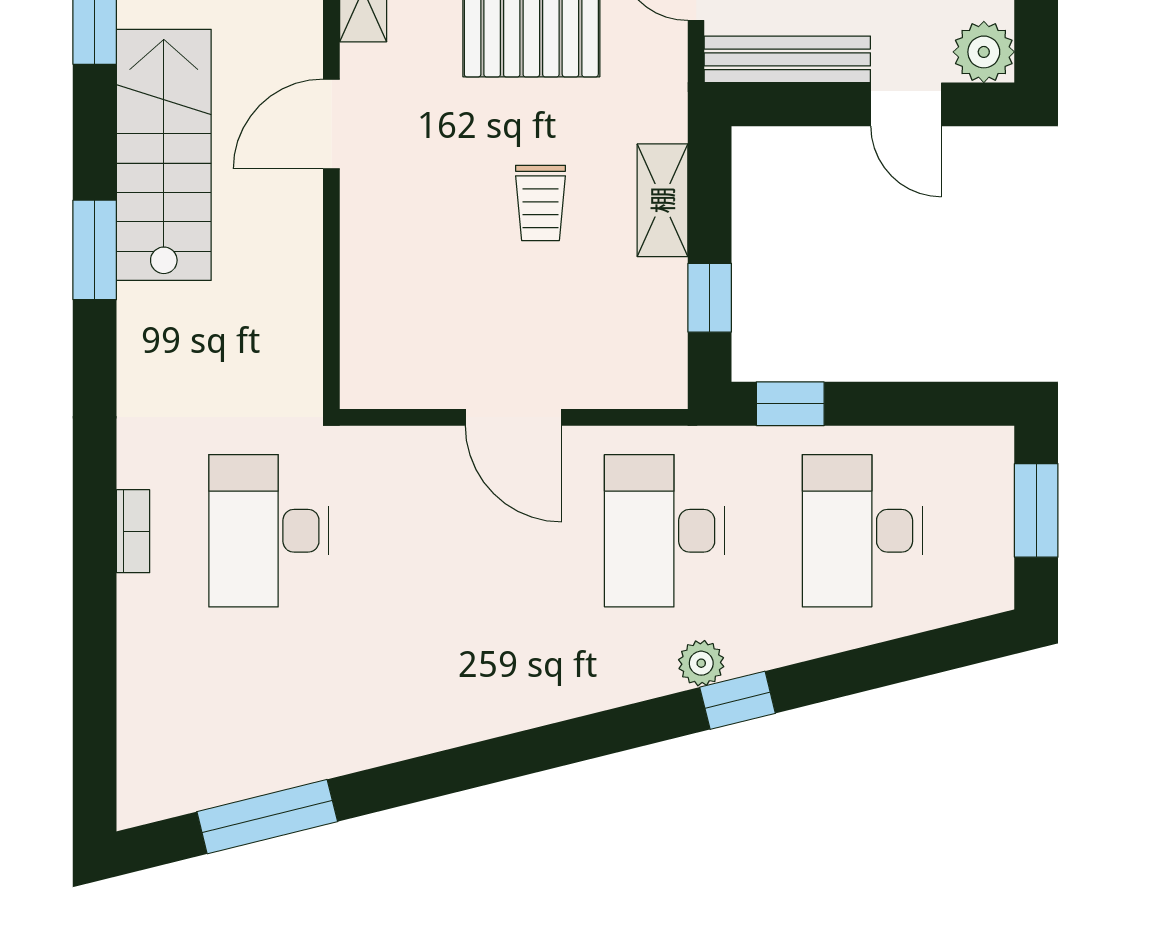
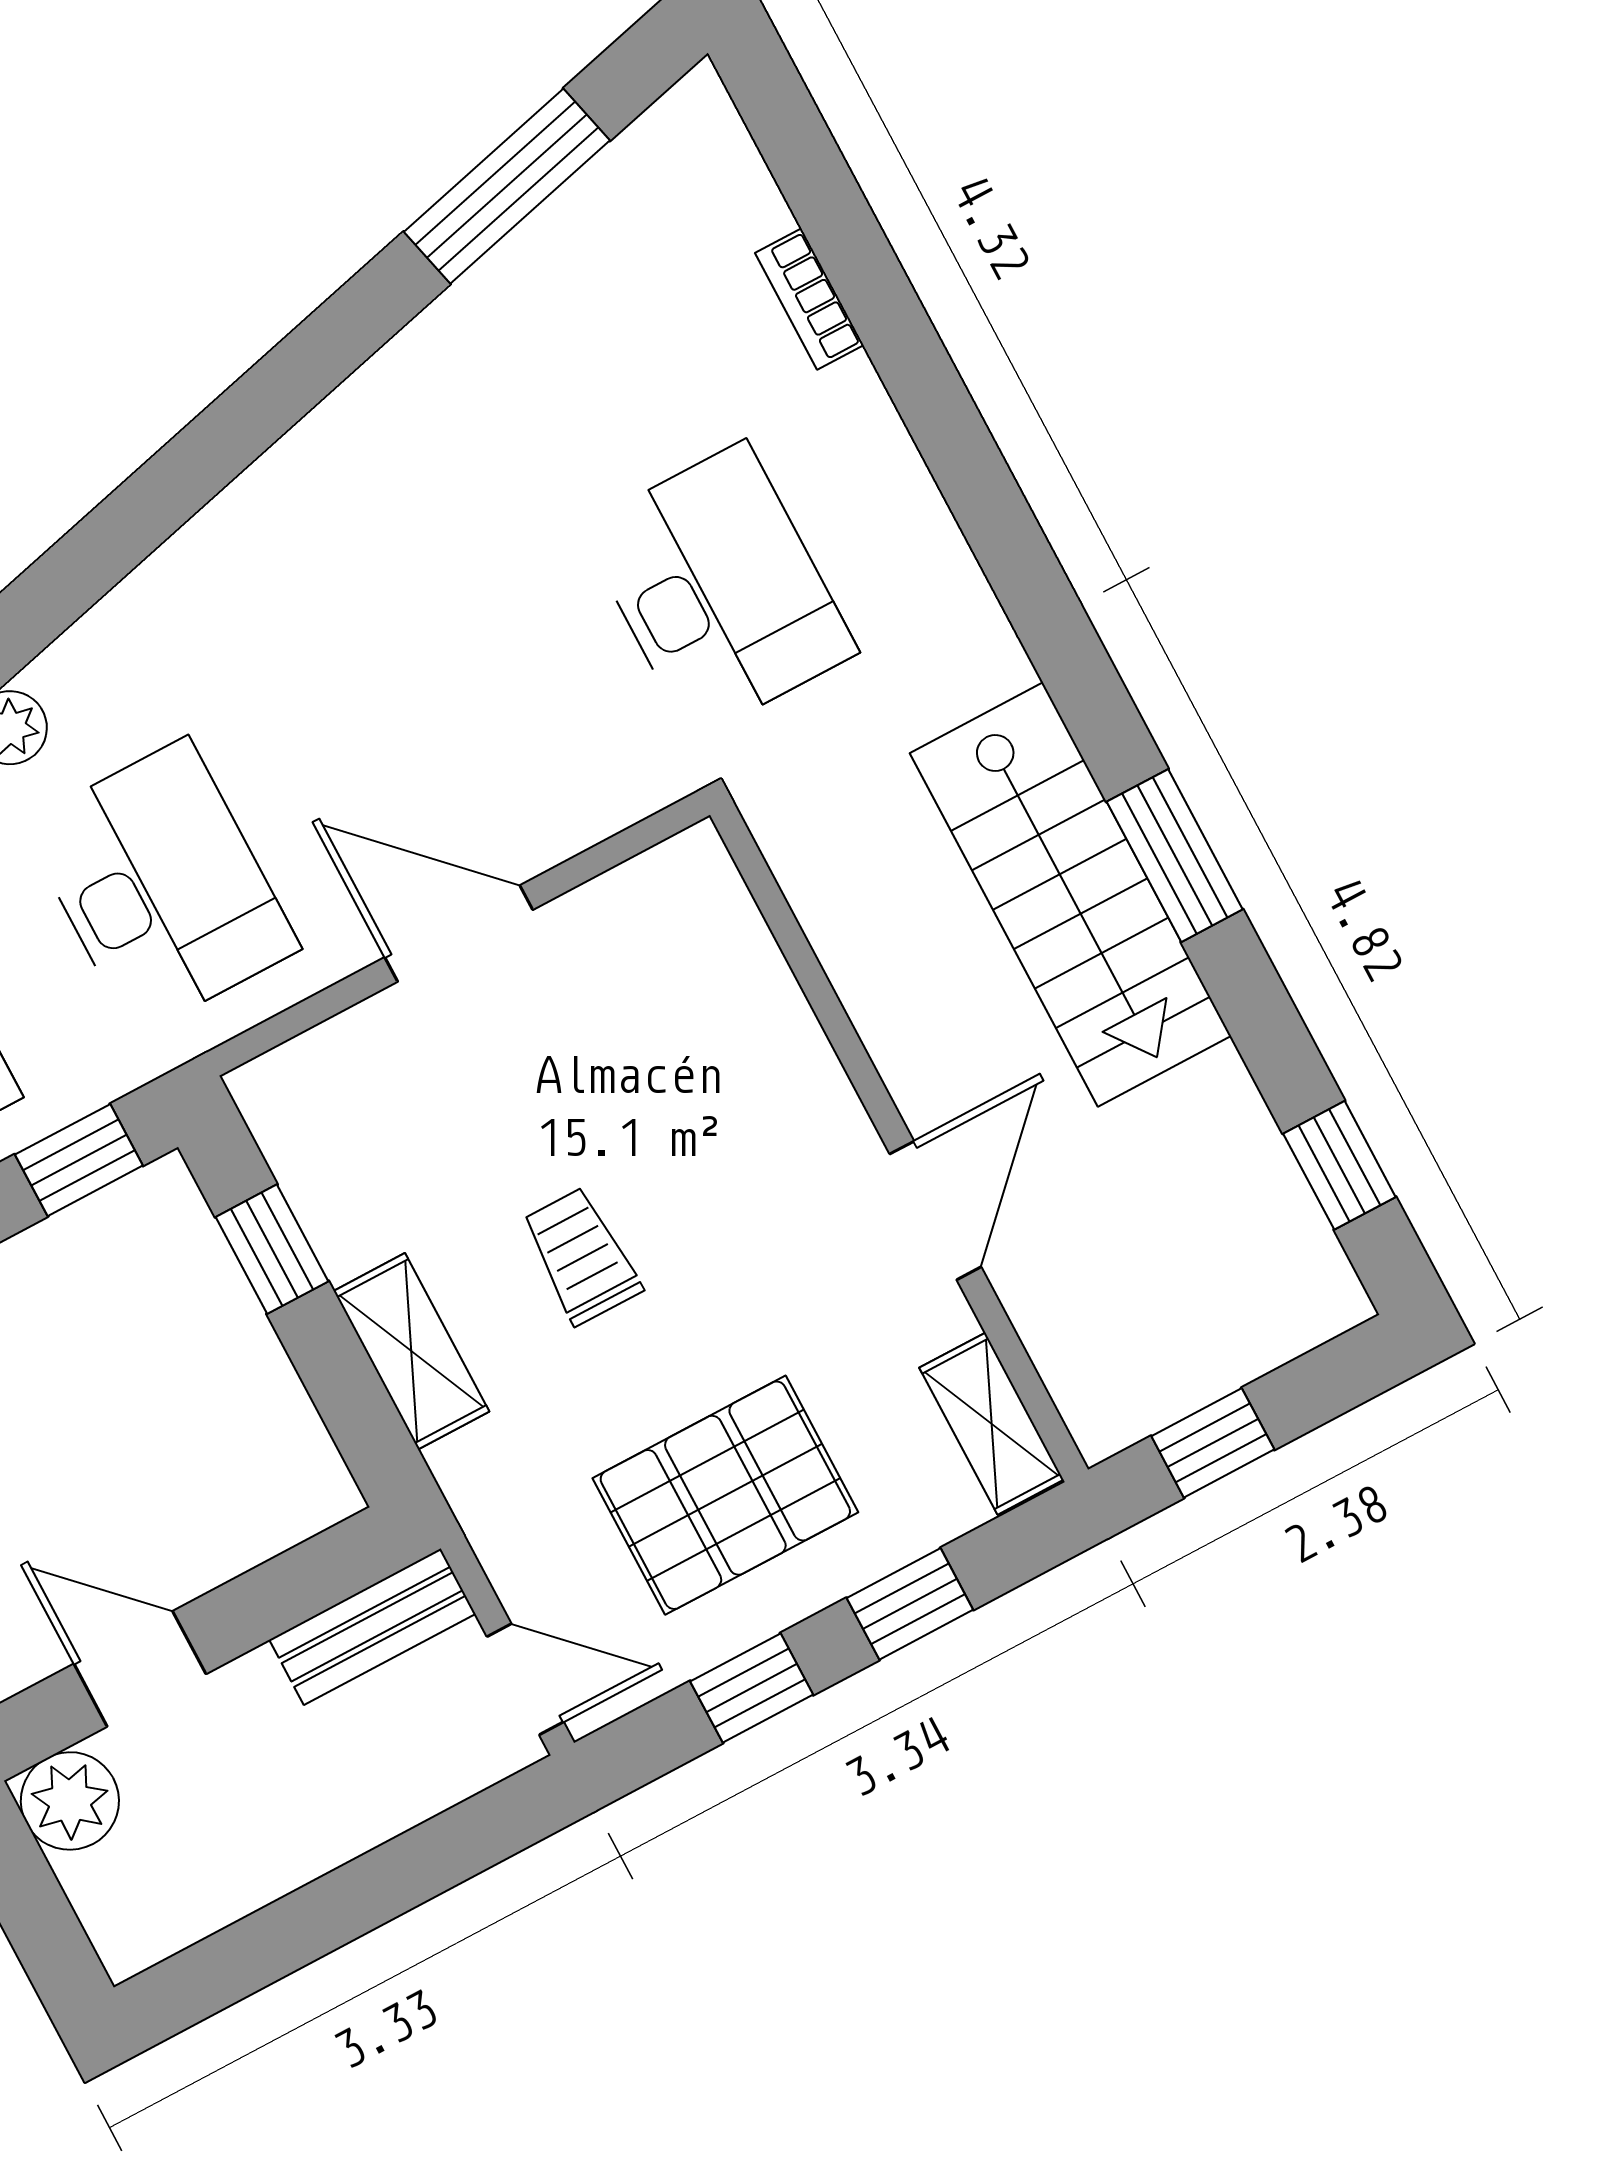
bench: (787, 59) -> (372, 1627), width x0.73
stairs: (164, 155) -> (1070, 895), moved
bookcase: (133, 531) -> (809, 299), moved

